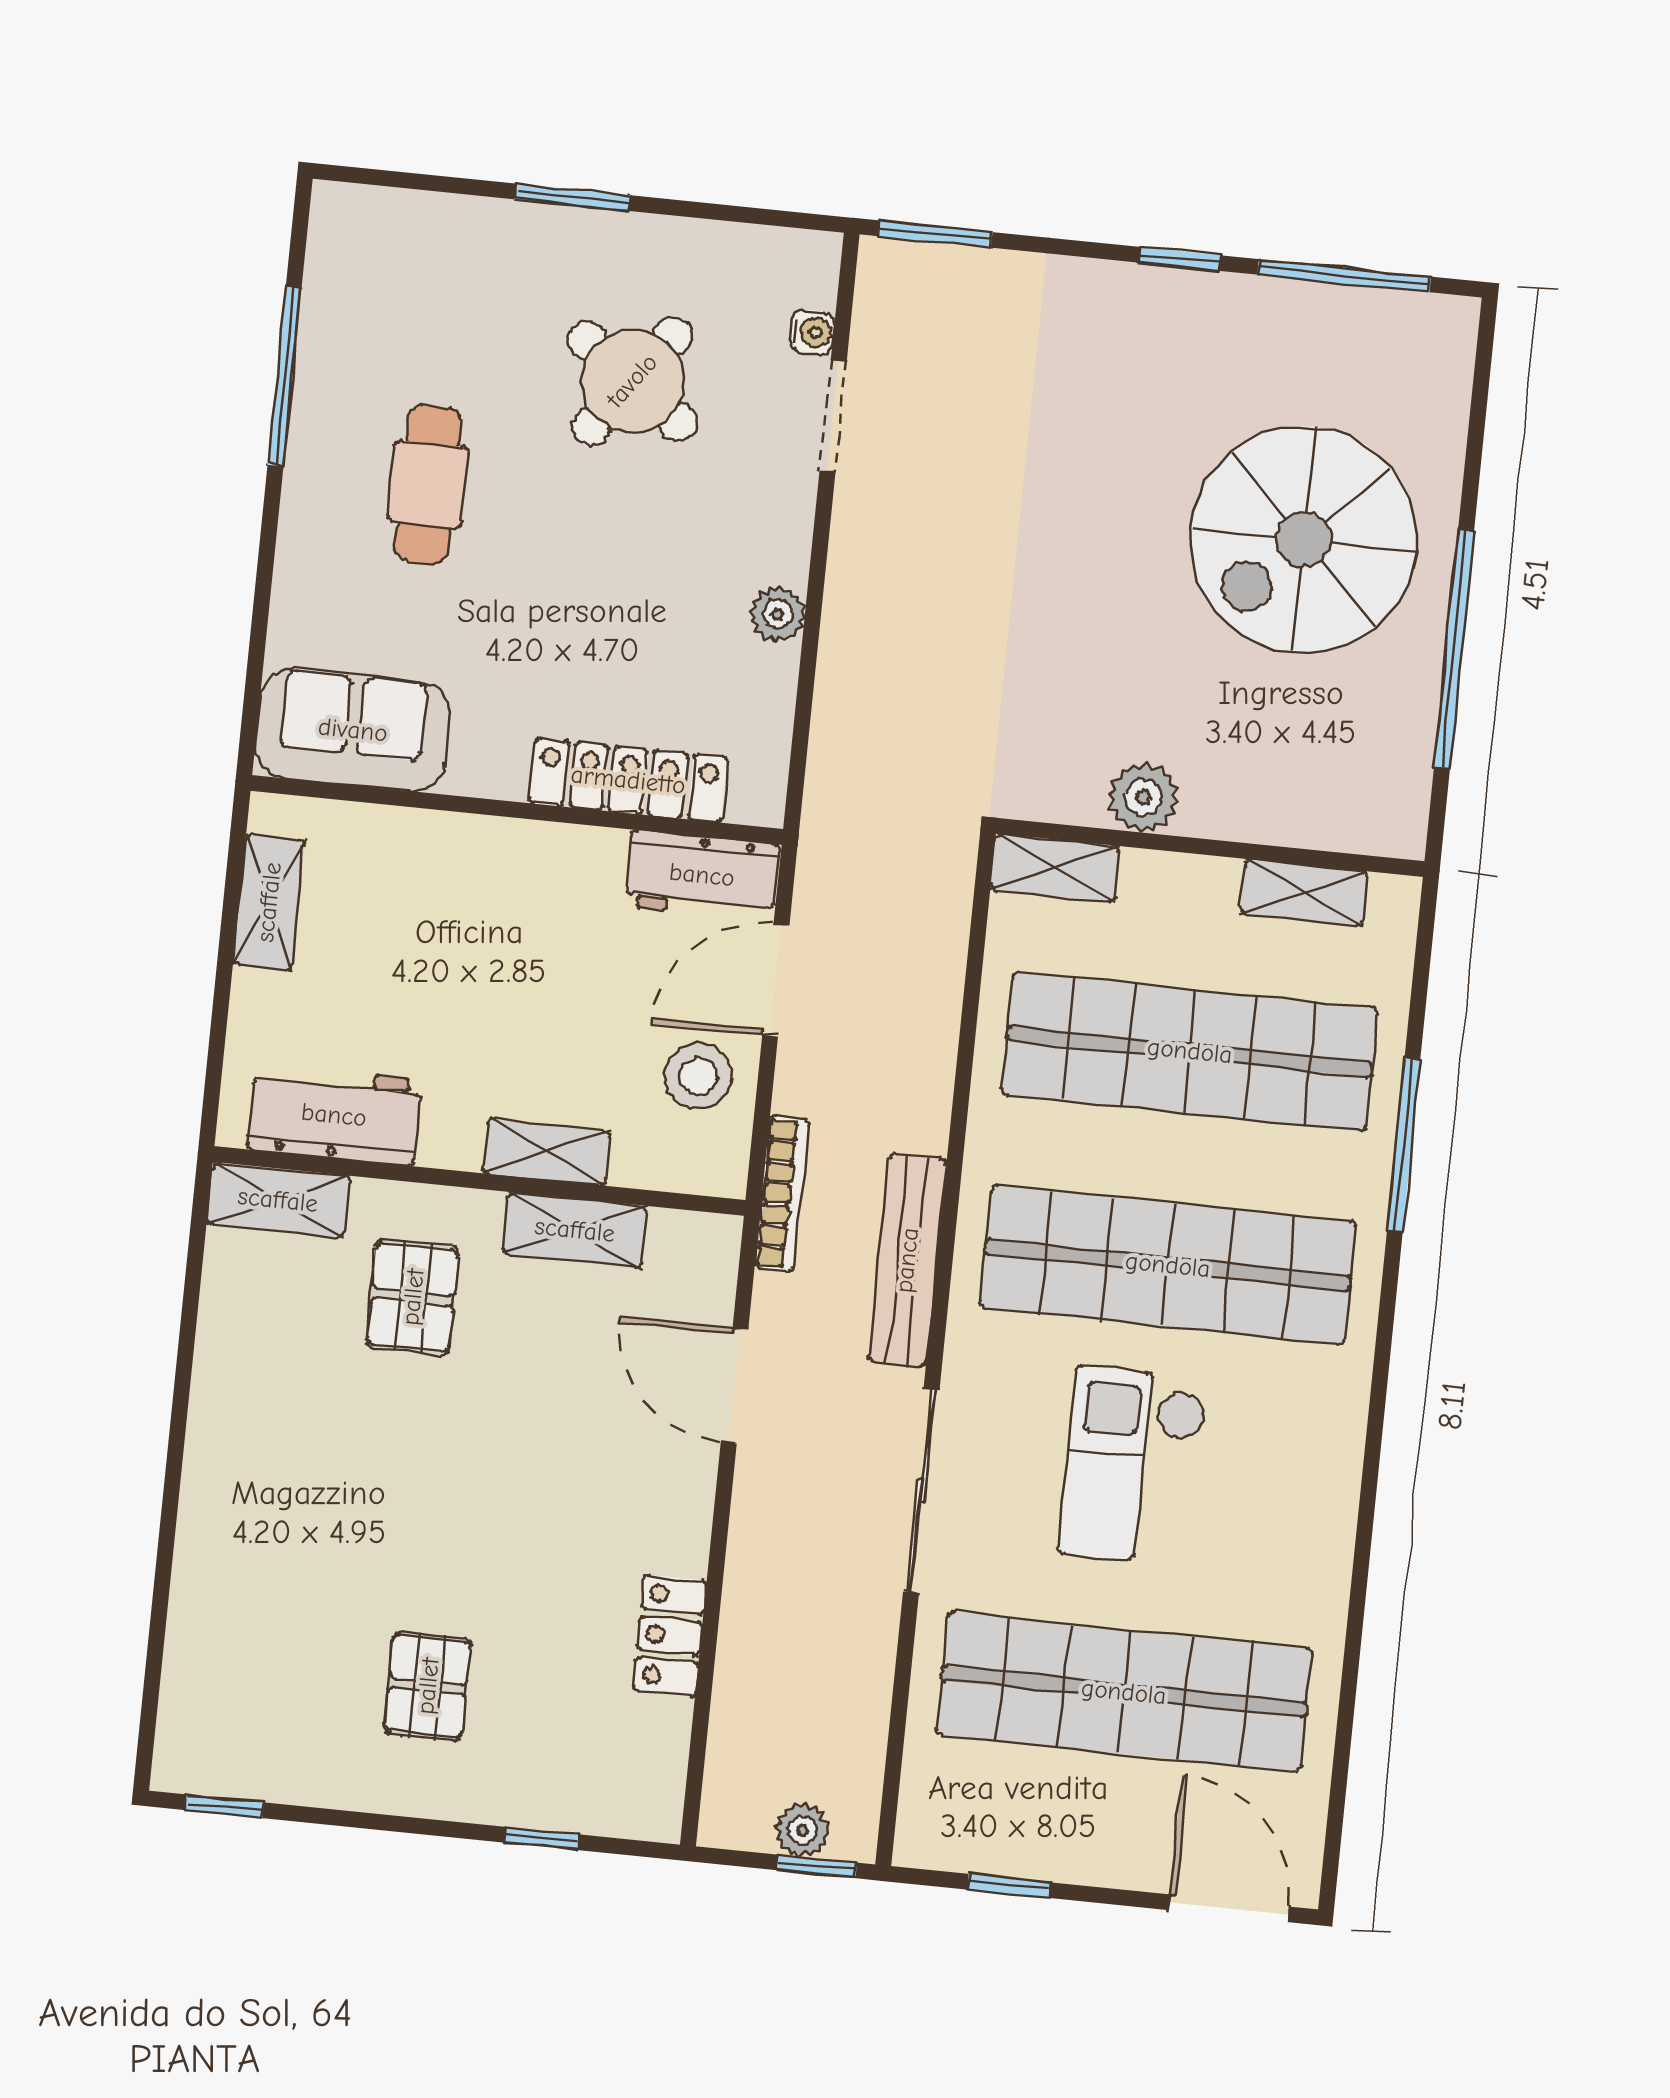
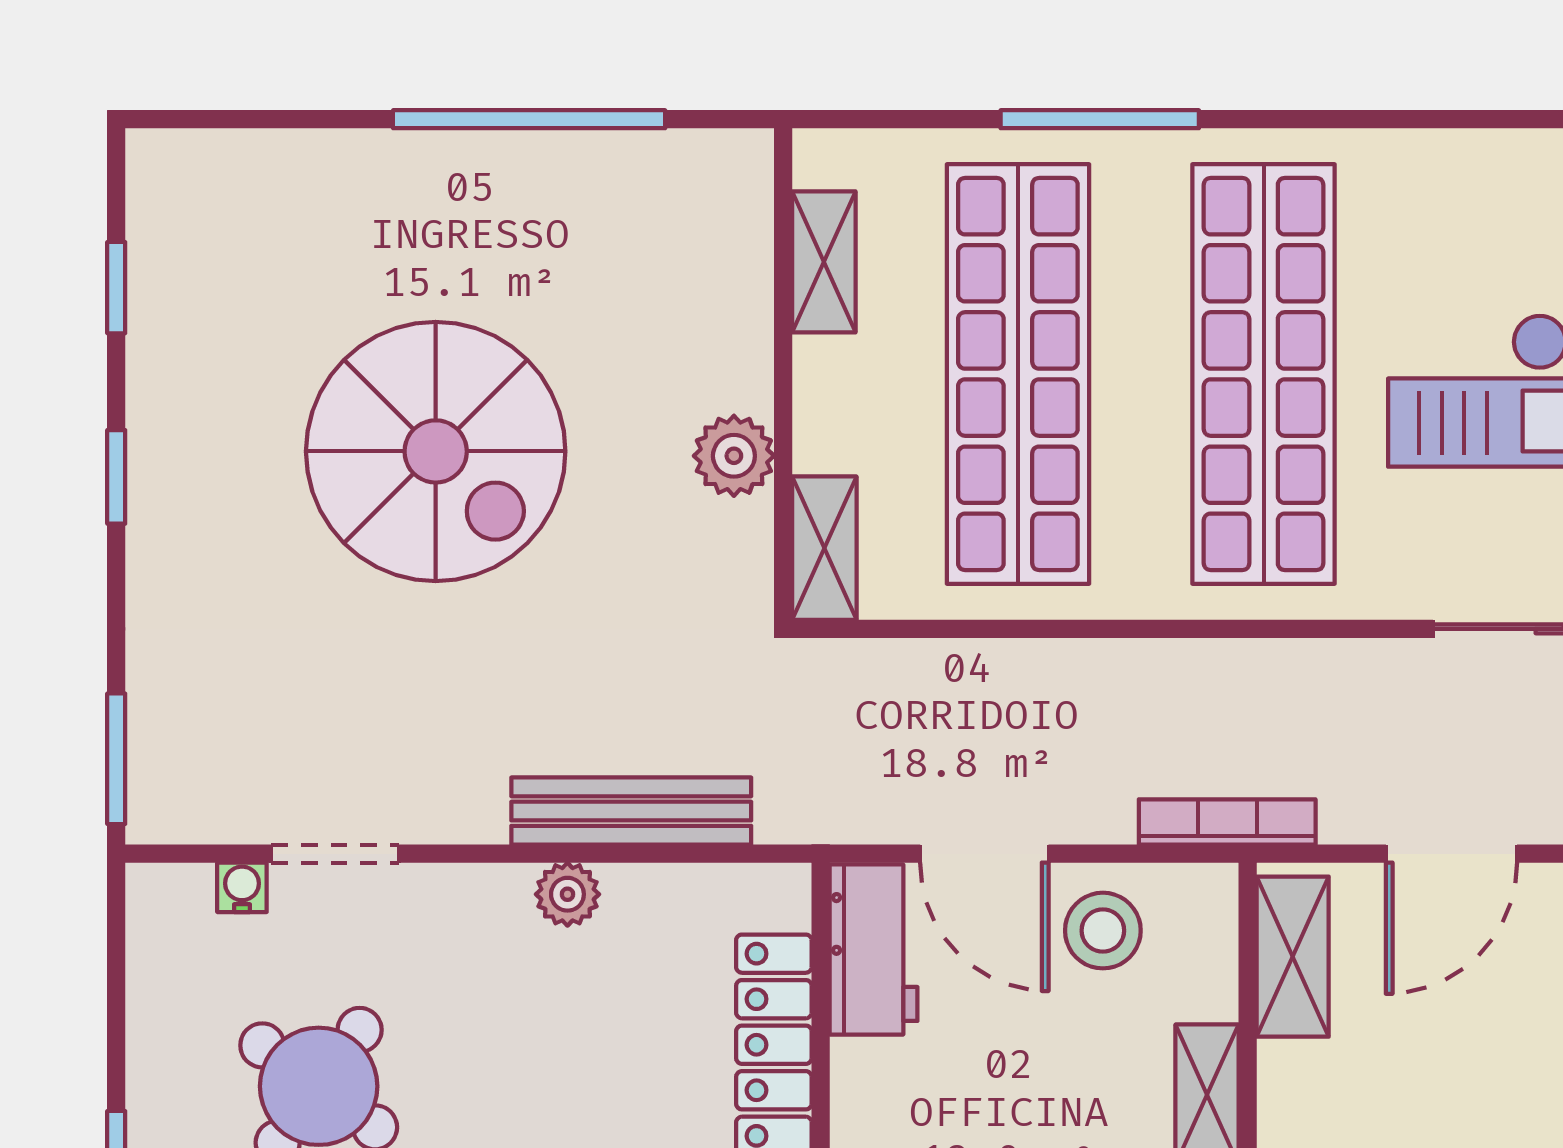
window: (1344, 276) -> (116, 288), width x0.46
spiral stairs: (1304, 540) -> (436, 451), moved
shelving: (575, 1230) -> (1293, 957), moved
bench: (907, 1260) -> (631, 811), moved

